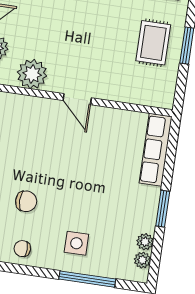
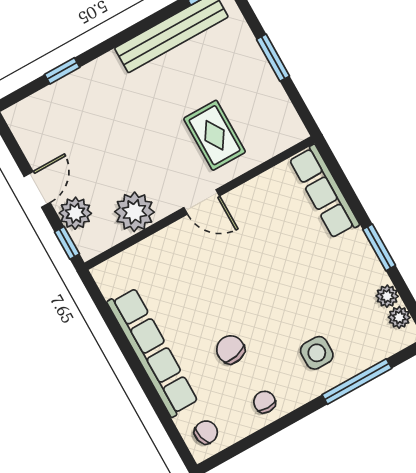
rug: (153, 43) -> (215, 135), moved
chair: (26, 201) -> (231, 350), turned -103
chair: (22, 249) -> (265, 402), turned 90

